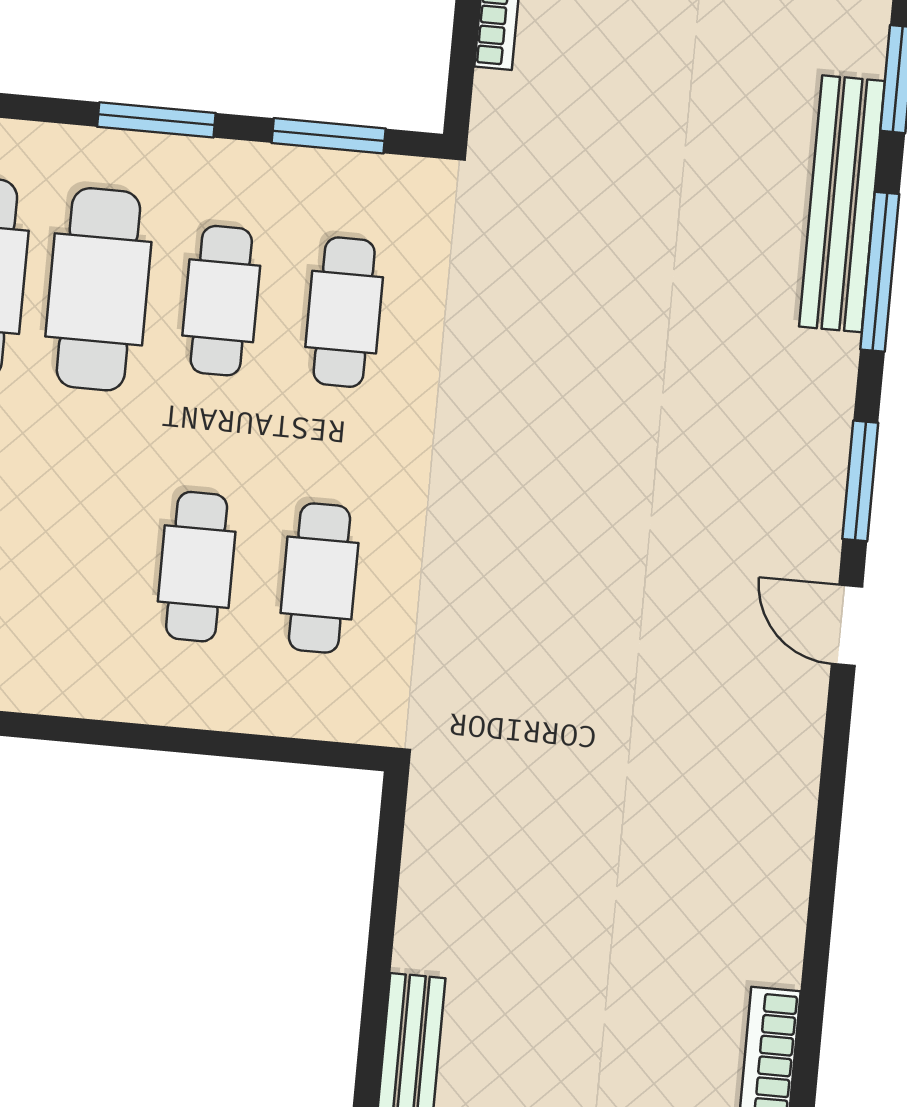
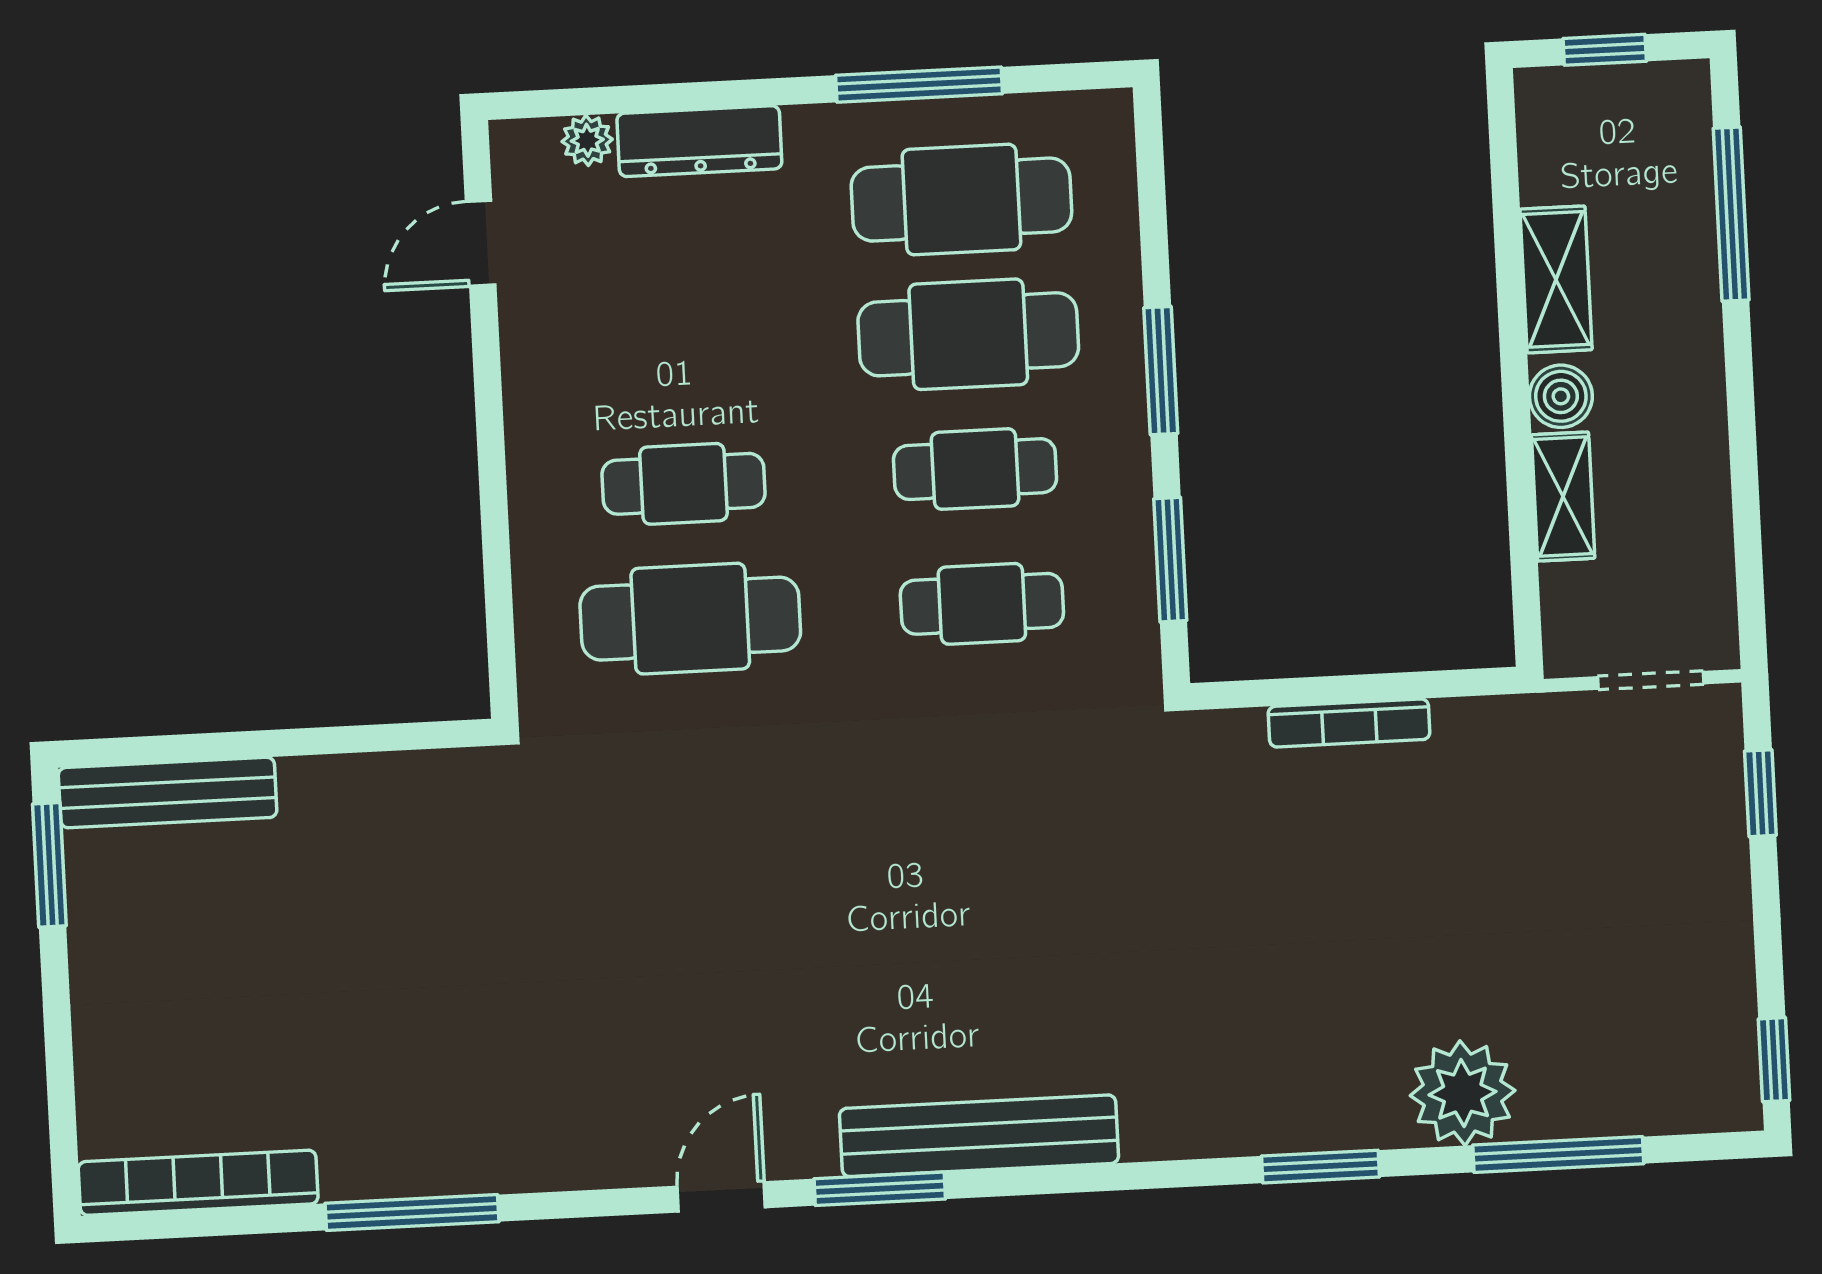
bench: (842, 204) -> (979, 1136), moved
window: (880, 272) -> (412, 1213), moved
cafe table: (319, 578) -> (690, 619), width x1.37, depth x1.35

